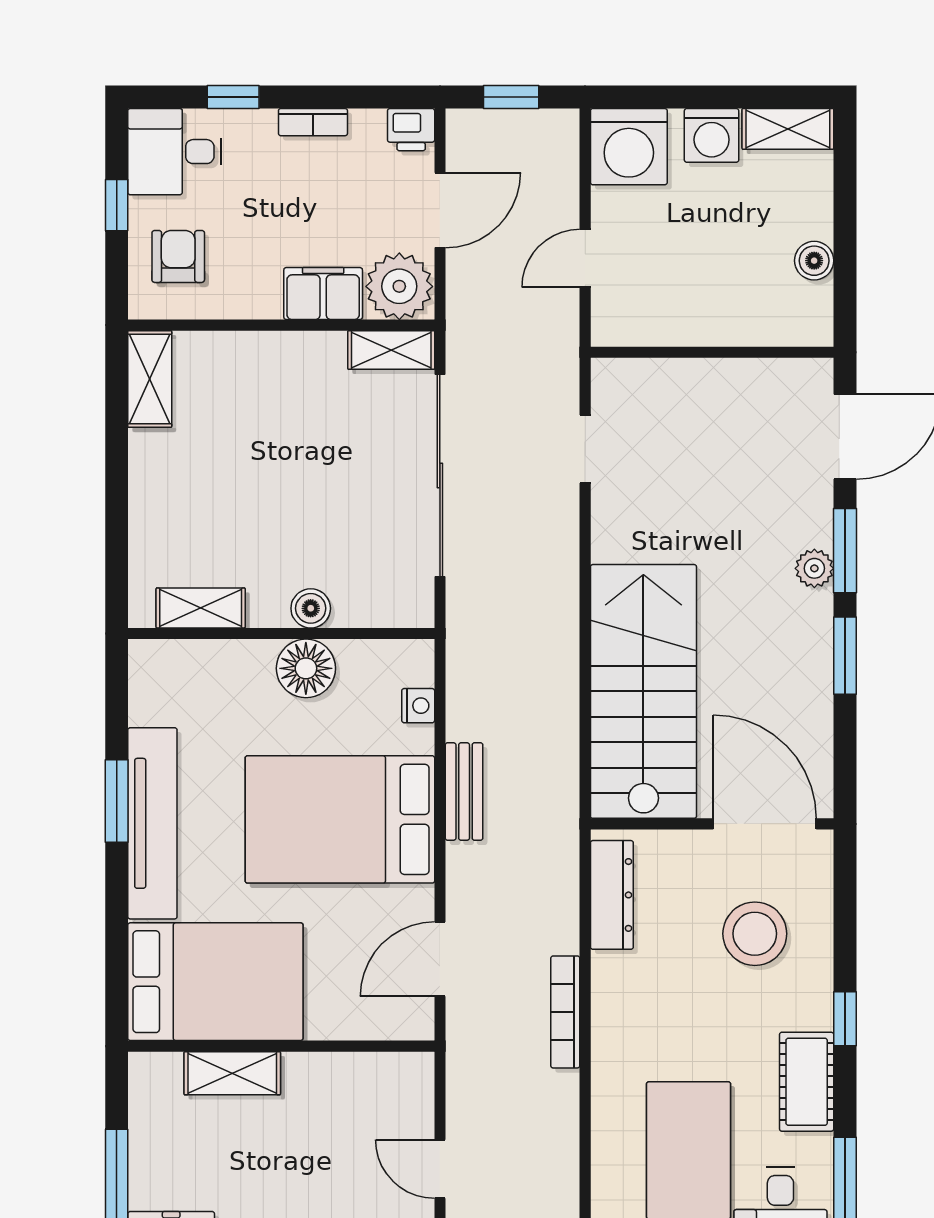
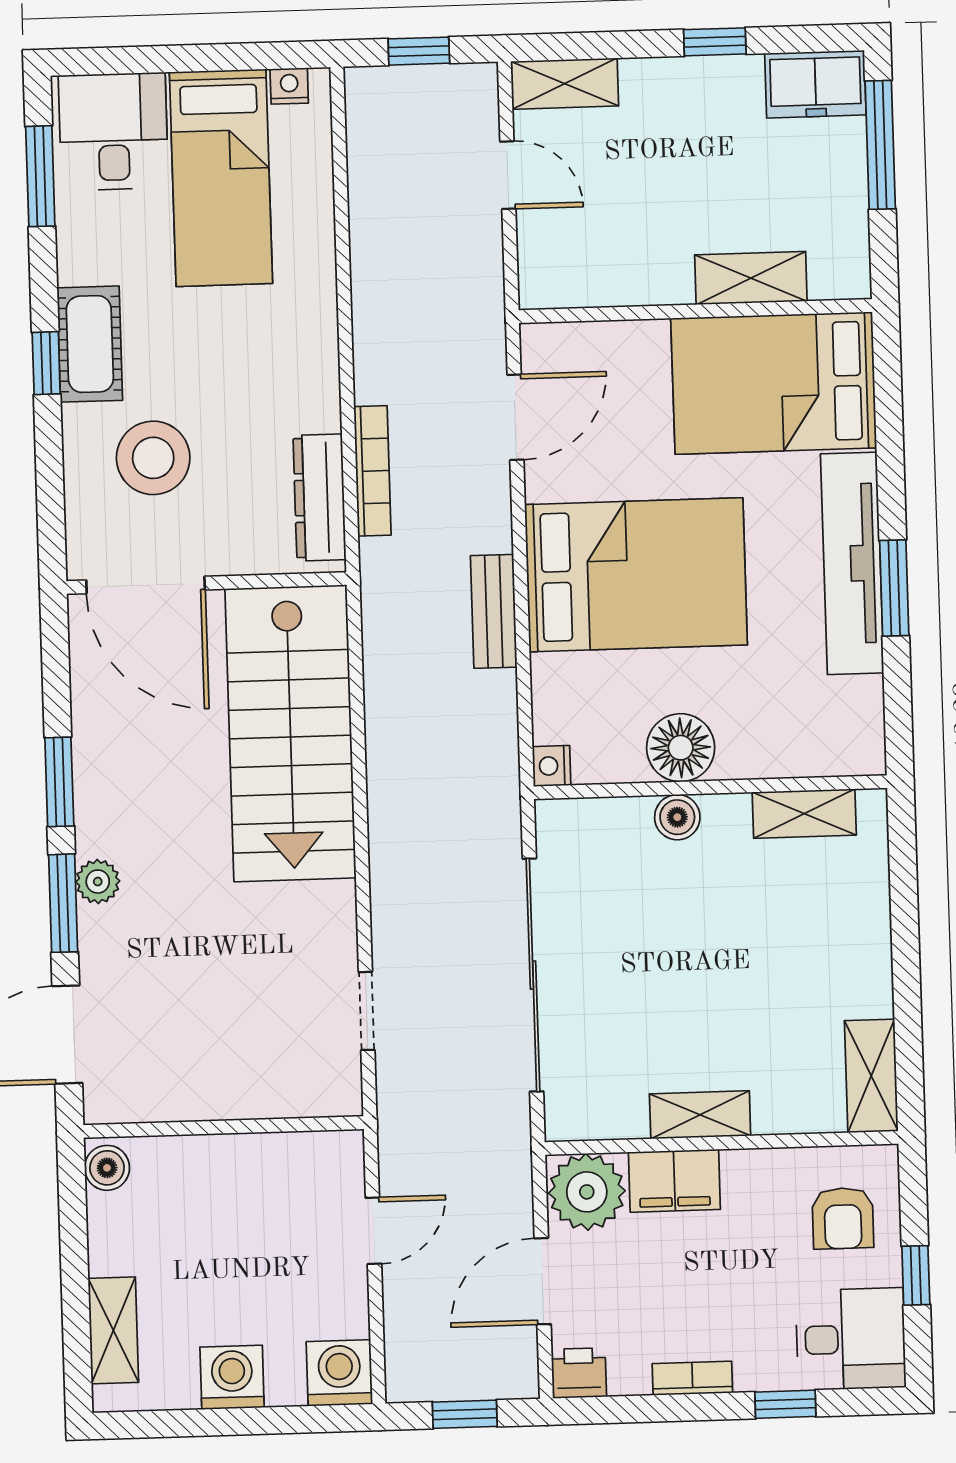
shelving: (788, 129) -> (113, 1330), moved, turned 90
washing machine: (629, 147) -> (339, 1373), width x0.73, depth x0.73
boiler: (814, 261) -> (107, 1168), moved
shelving: (391, 350) -> (700, 1115), moved
nightstand: (418, 706) -> (552, 766), moved
bookcase: (565, 1012) -> (372, 471), moved
cot: (807, 1082) -> (90, 344), moved

